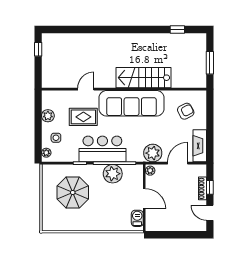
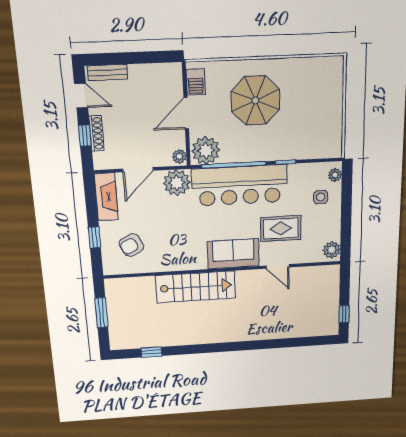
door: (86, 89) -> (278, 266), hinge flipped
sofa: (132, 103) -> (233, 254), width x0.54, depth x0.79
plant: (48, 116) -> (332, 250), moved
window: (210, 118) -> (94, 237), added
bar counter: (102, 149) -> (240, 185), width x1.36
plant: (113, 174) -> (206, 151), moved
parasol: (73, 192) -> (255, 100), moved
door: (144, 199) -> (186, 113), hinge flipped
bench: (192, 227) -> (107, 72), added

